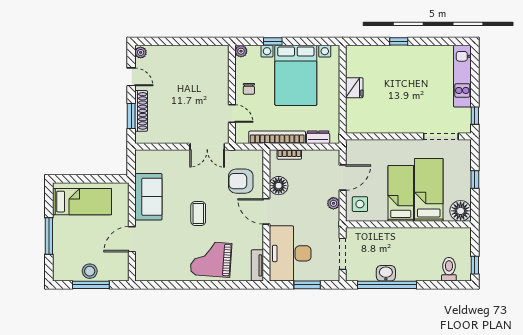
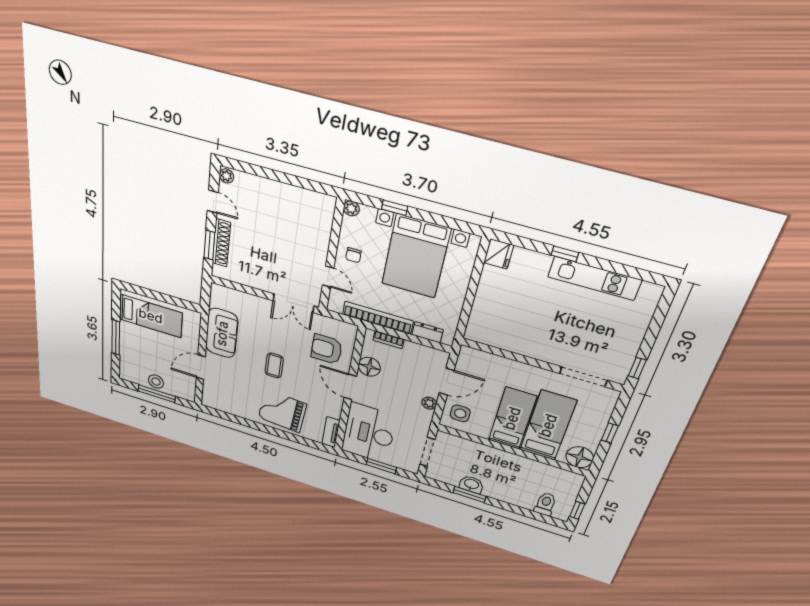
kitchen unit: (462, 76) -> (594, 278), moved, turned -90
fridge: (354, 88) -> (499, 254), moved
window: (387, 285) -> (470, 494), width x0.47

